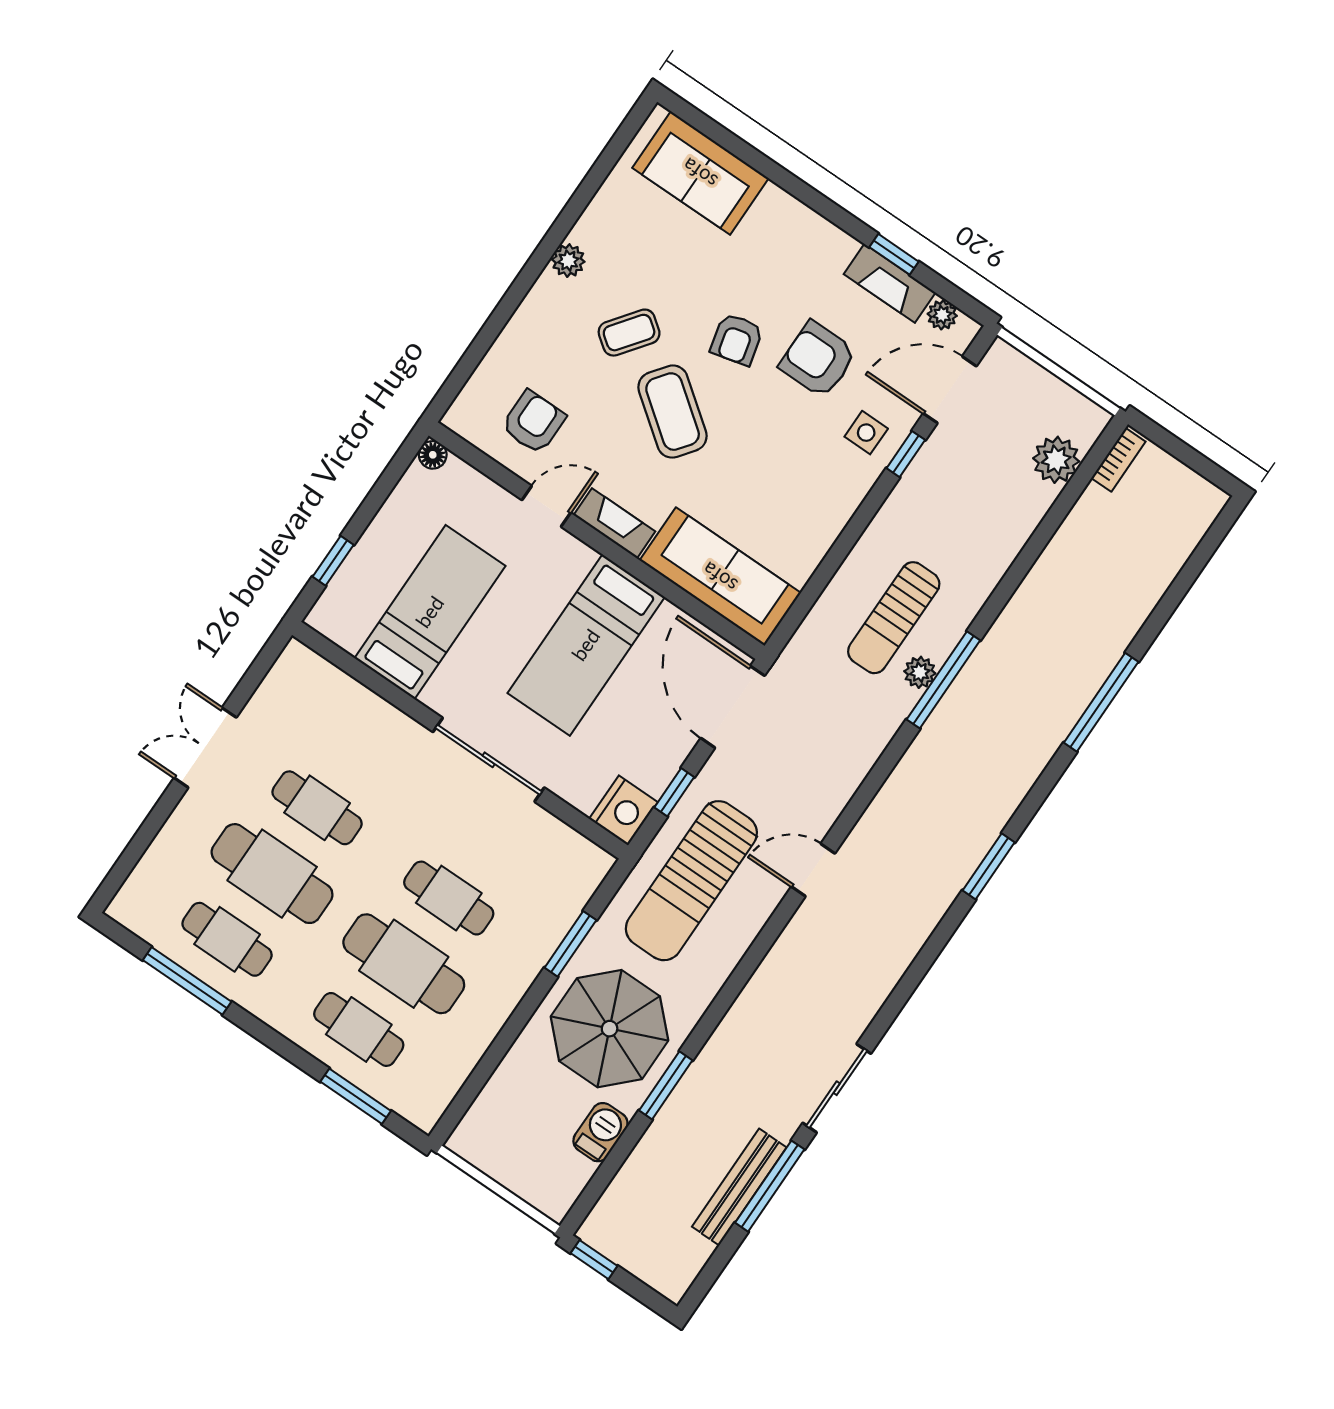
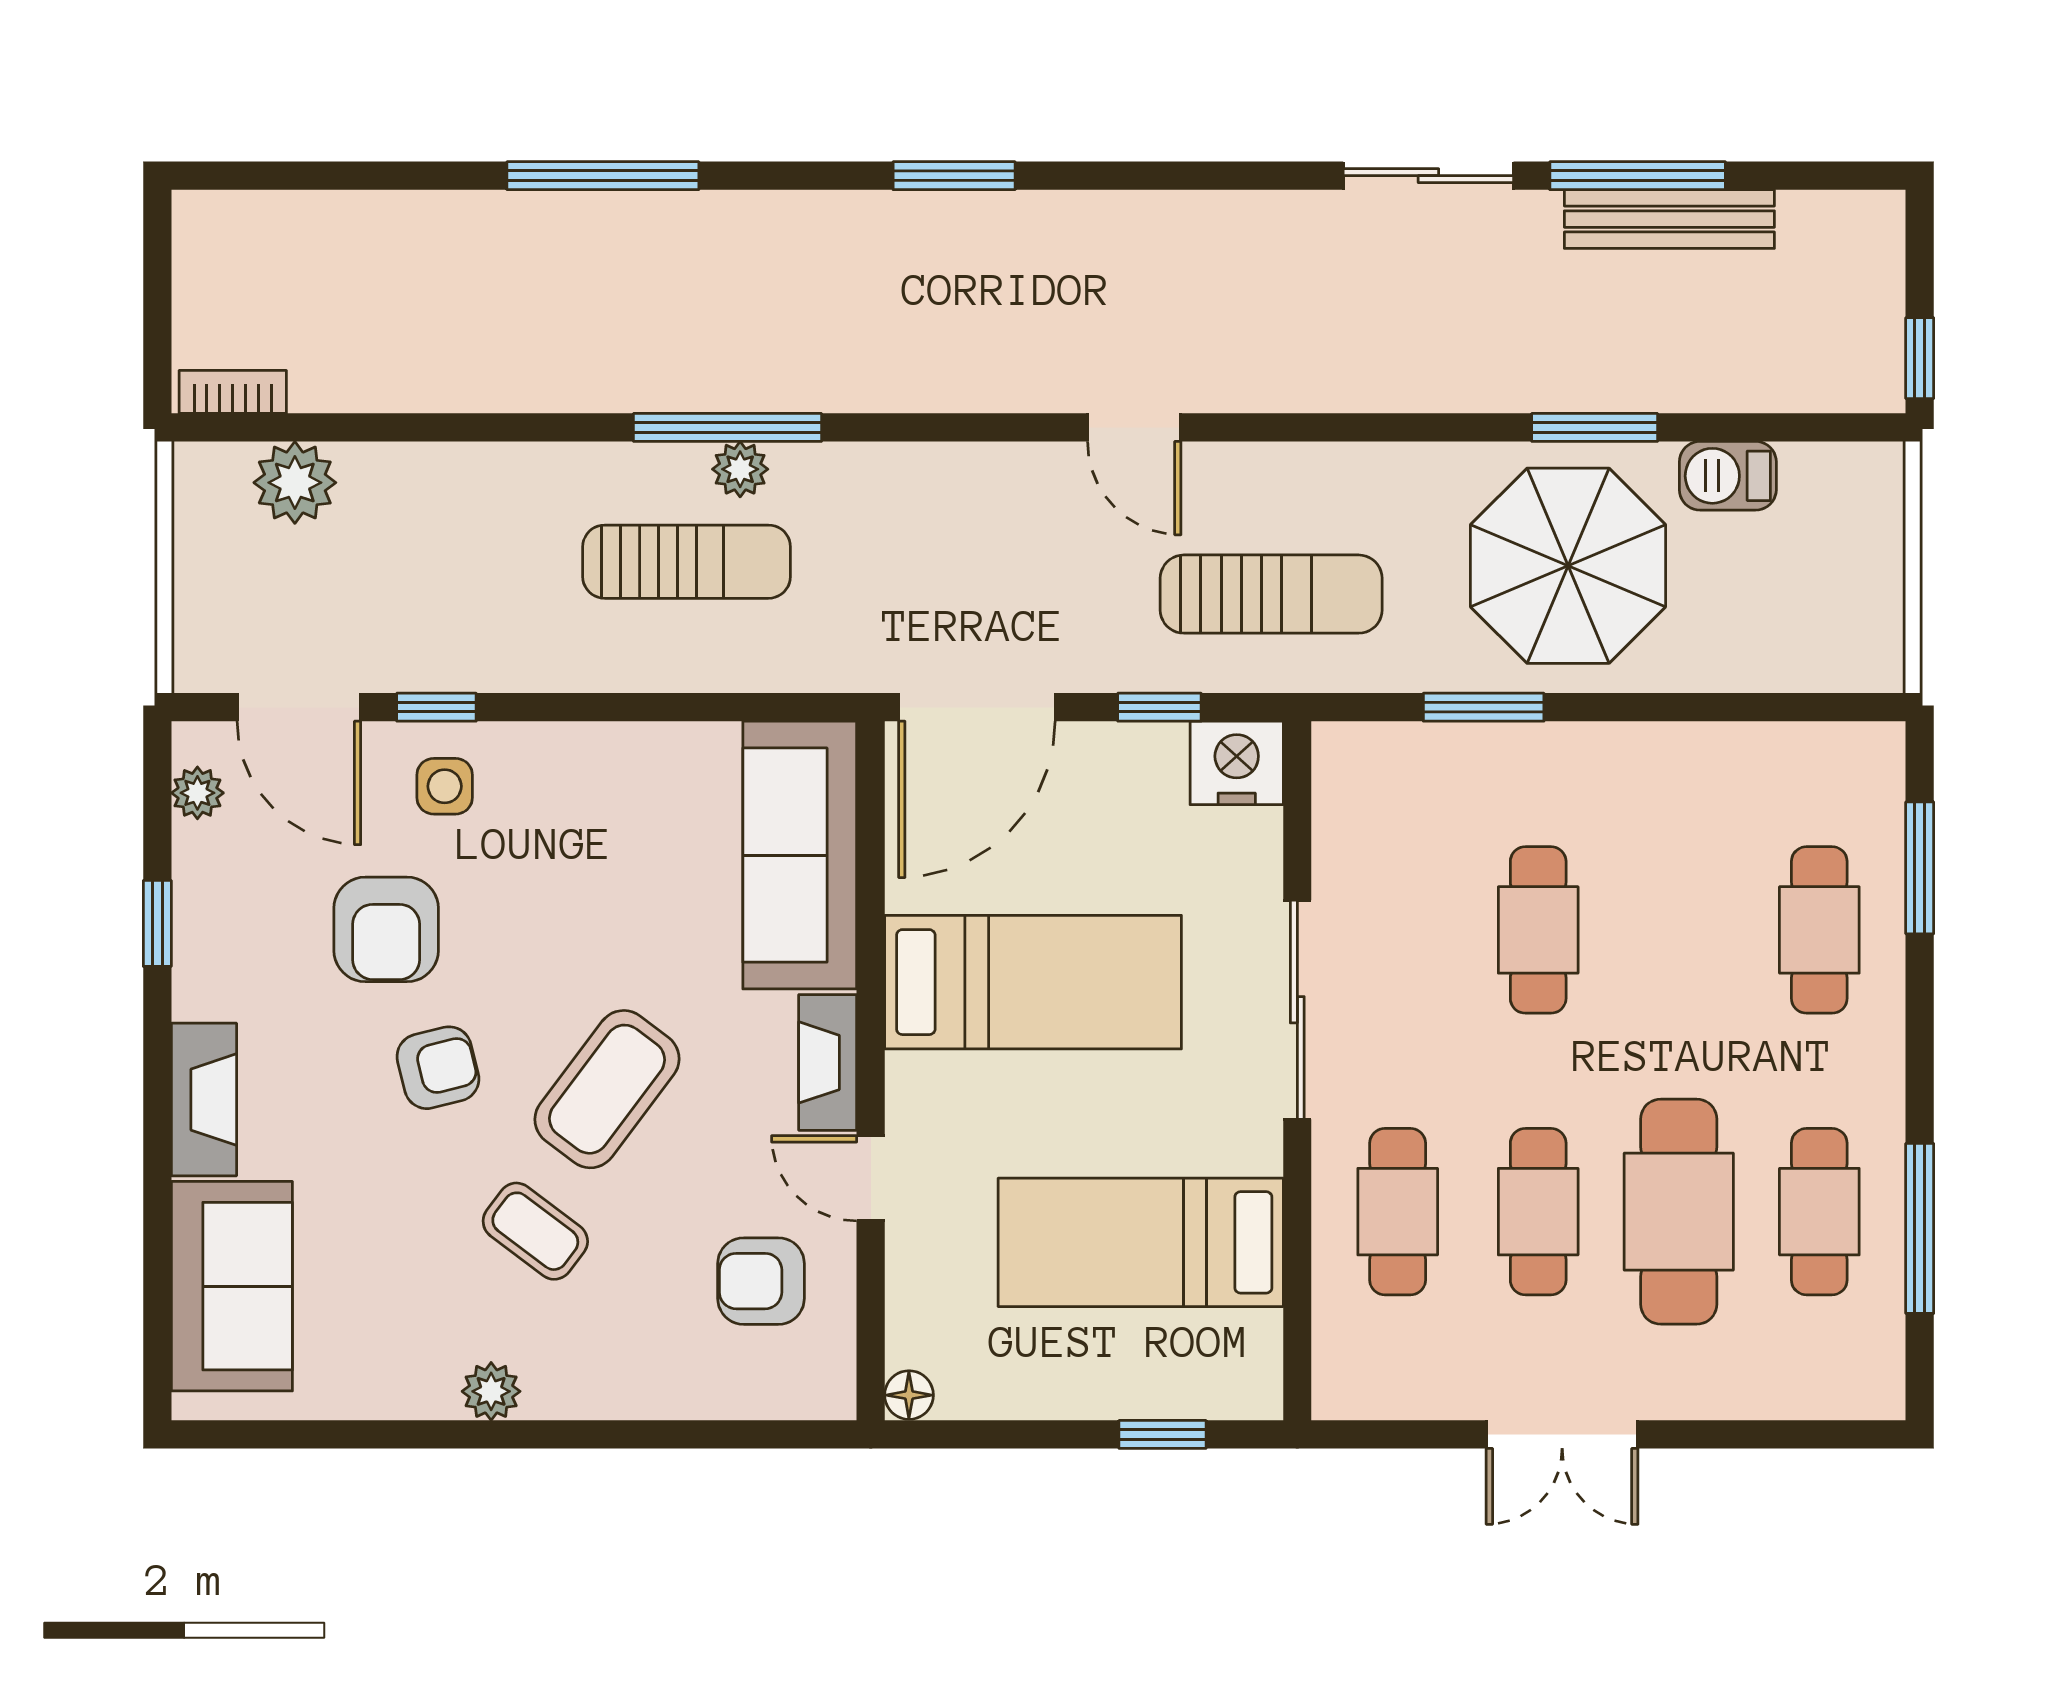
fireplace: (890, 283) -> (204, 1100), moved
sun lounger: (691, 881) -> (1271, 594), width x0.73, depth x0.75
cafe table: (404, 964) -> (1398, 1212), moved, width x0.73, depth x0.74

